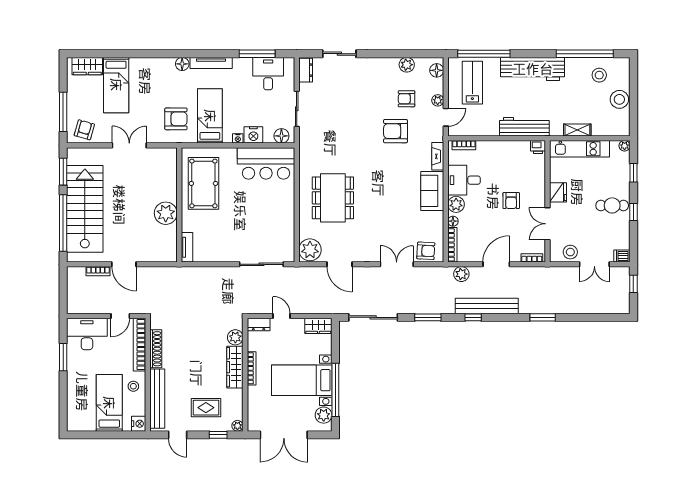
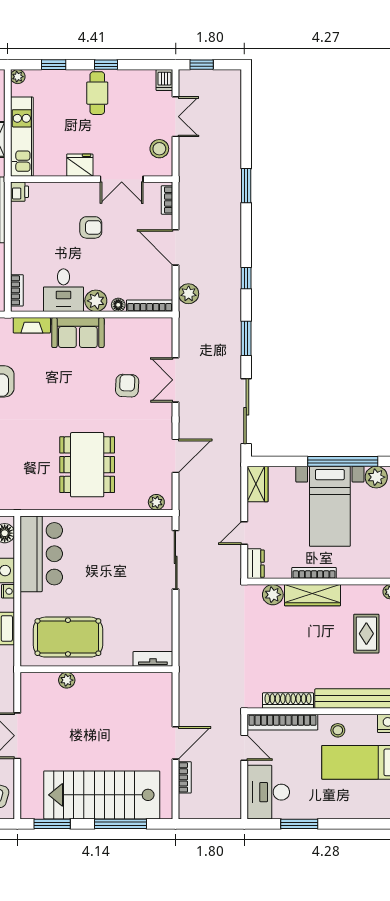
dining table: (333, 198) -> (87, 465), turned 90
plant: (166, 213) -> (67, 680), moved, width x0.53, depth x0.53
window: (63, 223) -> (121, 824), width x0.68
plant: (310, 250) -> (156, 502), width x0.53, depth x0.53
armchair: (426, 251) -> (127, 386), moved
bench: (487, 306) -> (231, 260), removed

